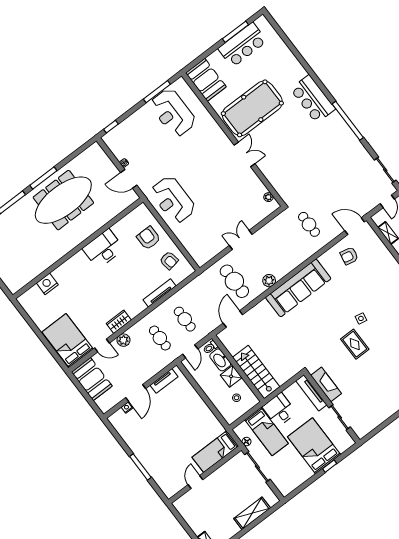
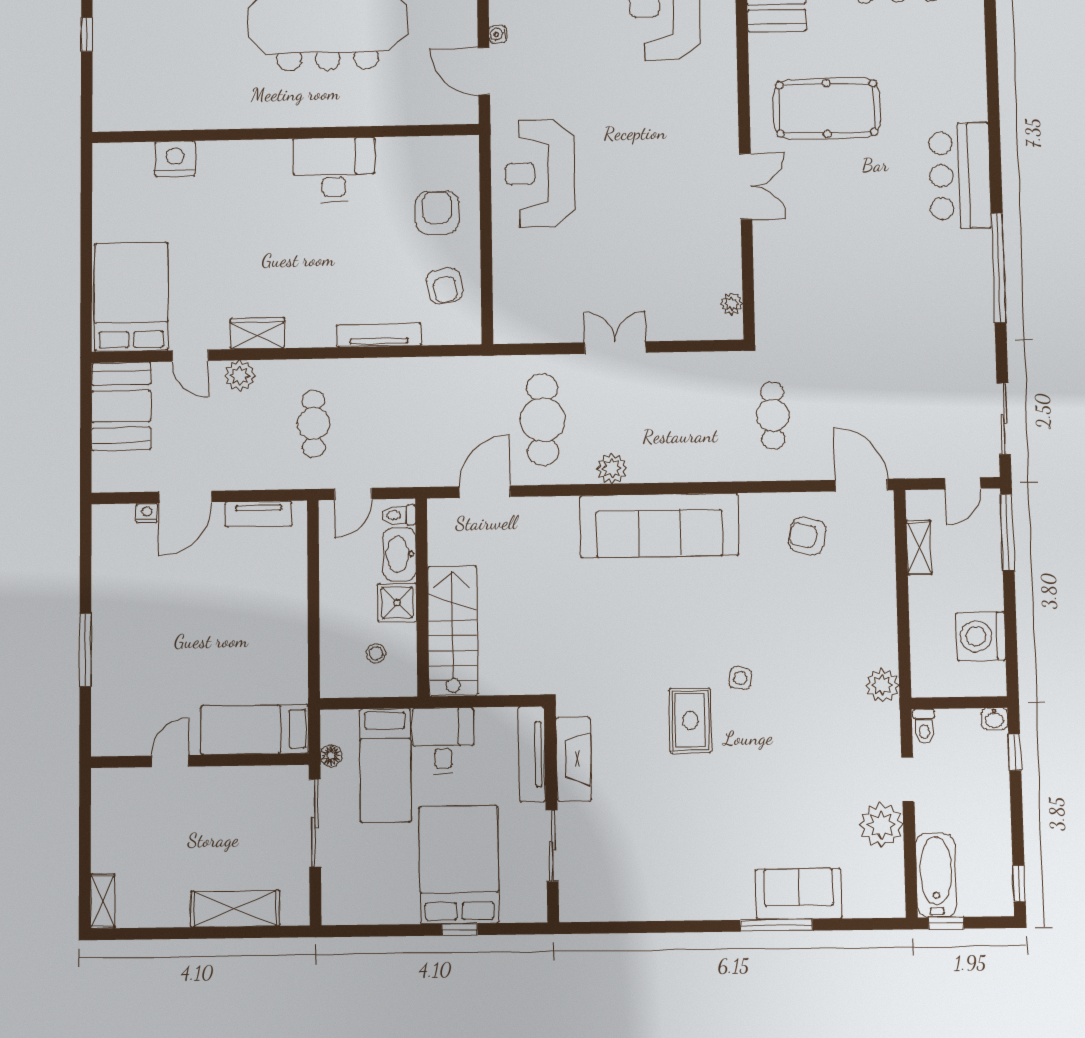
pool table: (252, 108) -> (827, 109), width x0.73, depth x0.76
cafe table: (185, 319) -> (390, 422), removed

